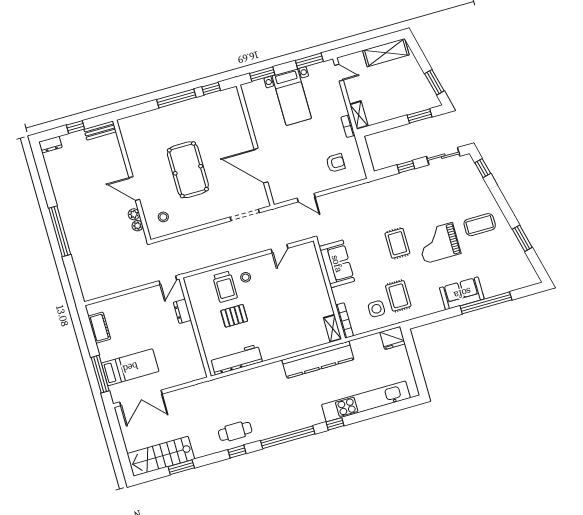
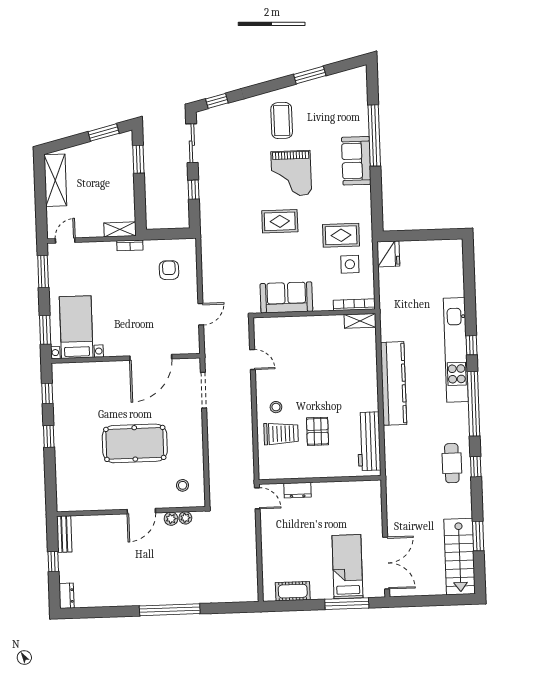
bed with nightstands: (292, 97) -> (76, 327), moved, turned -90
window: (176, 98) -> (49, 436), width x0.46
kitchen counter: (318, 360) -> (394, 383), moved
kitchen unit: (366, 401) -> (456, 350), moved

